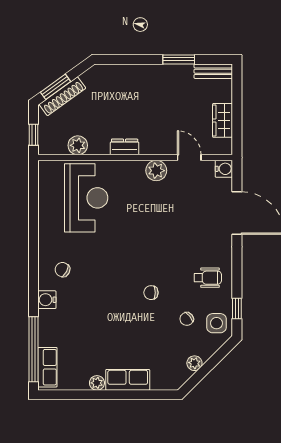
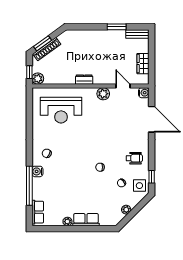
plant: (78, 145) -> (38, 79), moved
reception desk: (86, 198) -> (61, 110), turned 90
window: (34, 349) -> (29, 186), moved

